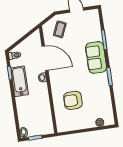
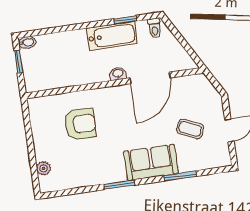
coffee table: (60, 29) -> (190, 129), moved
armchair: (73, 100) -> (80, 124), turned 90

